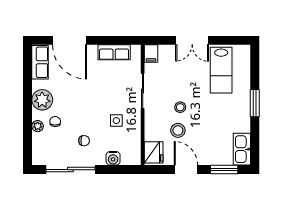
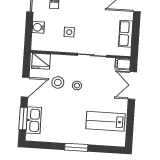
double door: (192, 40) -> (132, 85), moved
kitchen sink: (242, 149) -> (34, 120), moved, turned 90

